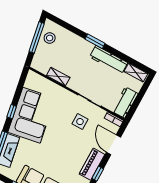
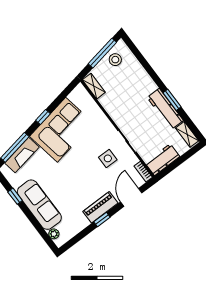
window: (95, 41) -> (172, 100), moved
shelving: (58, 77) -> (94, 86), moved

